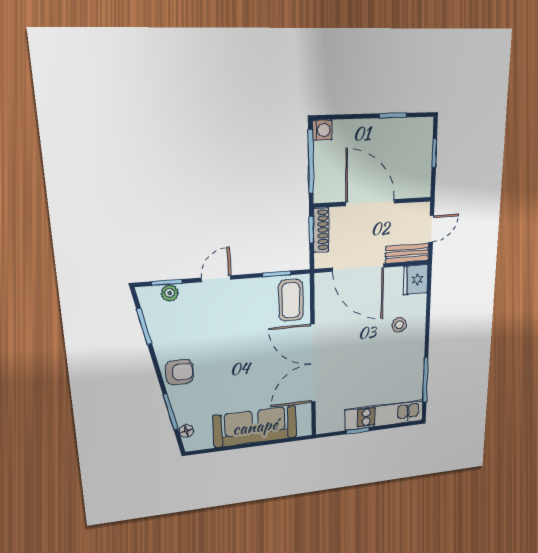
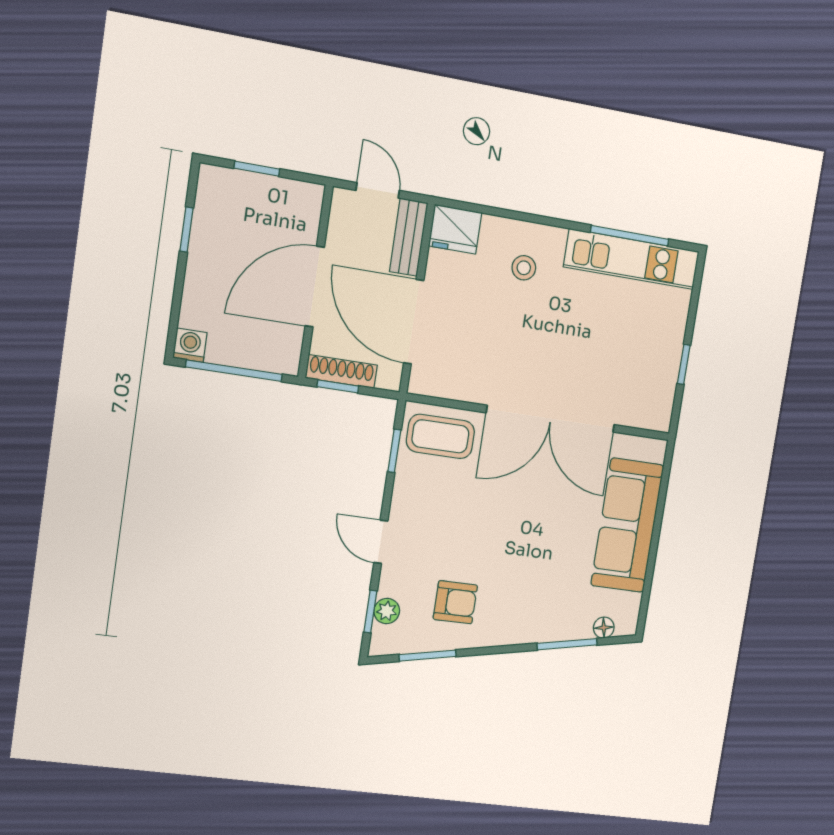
door: (358, 268) -> (414, 322), swing flipped
armchair: (179, 372) -> (455, 602), moved, turned 90
kitchen unit: (384, 415) -> (632, 259), moved, turned -90

